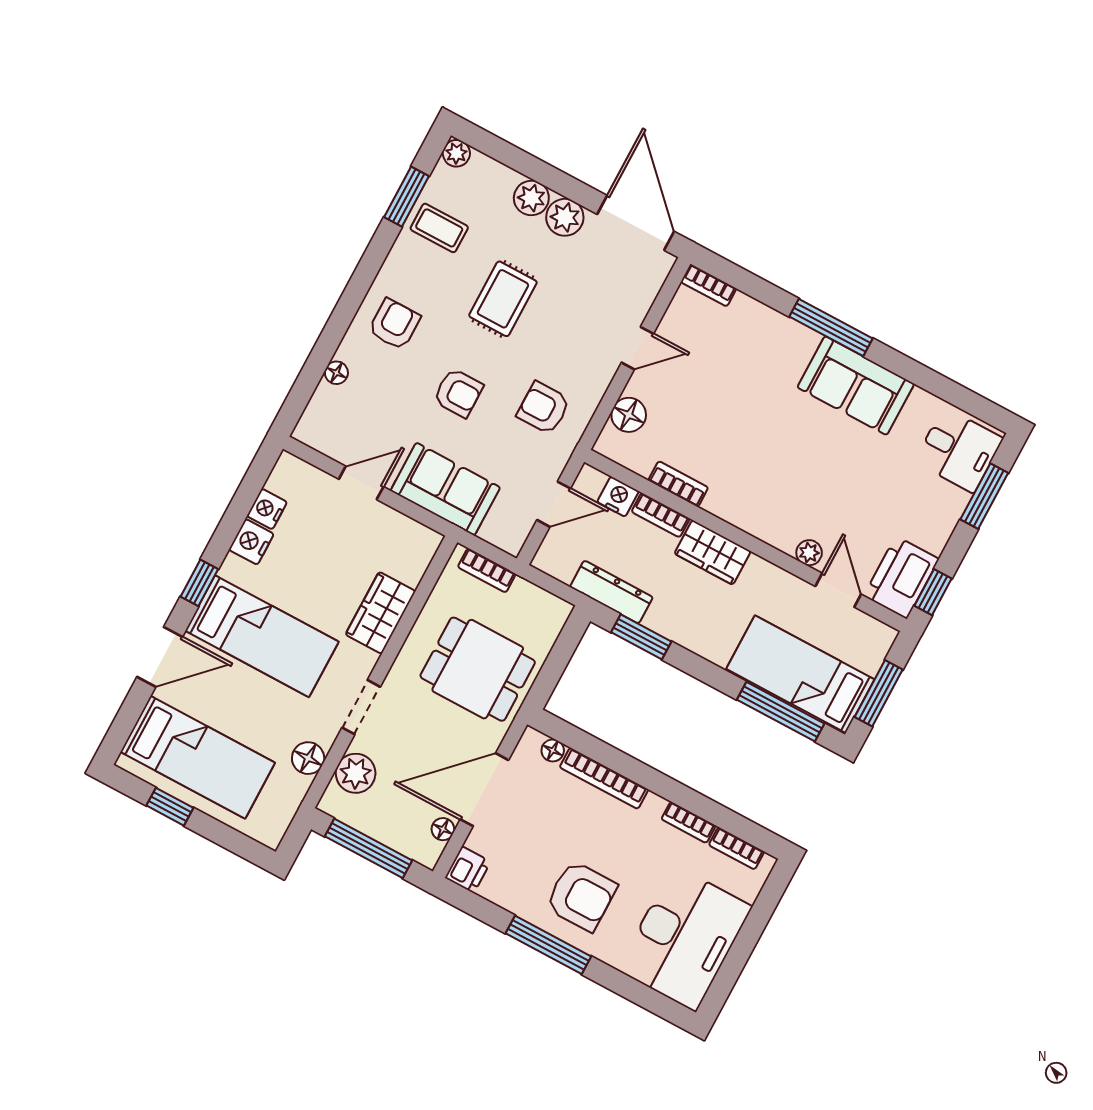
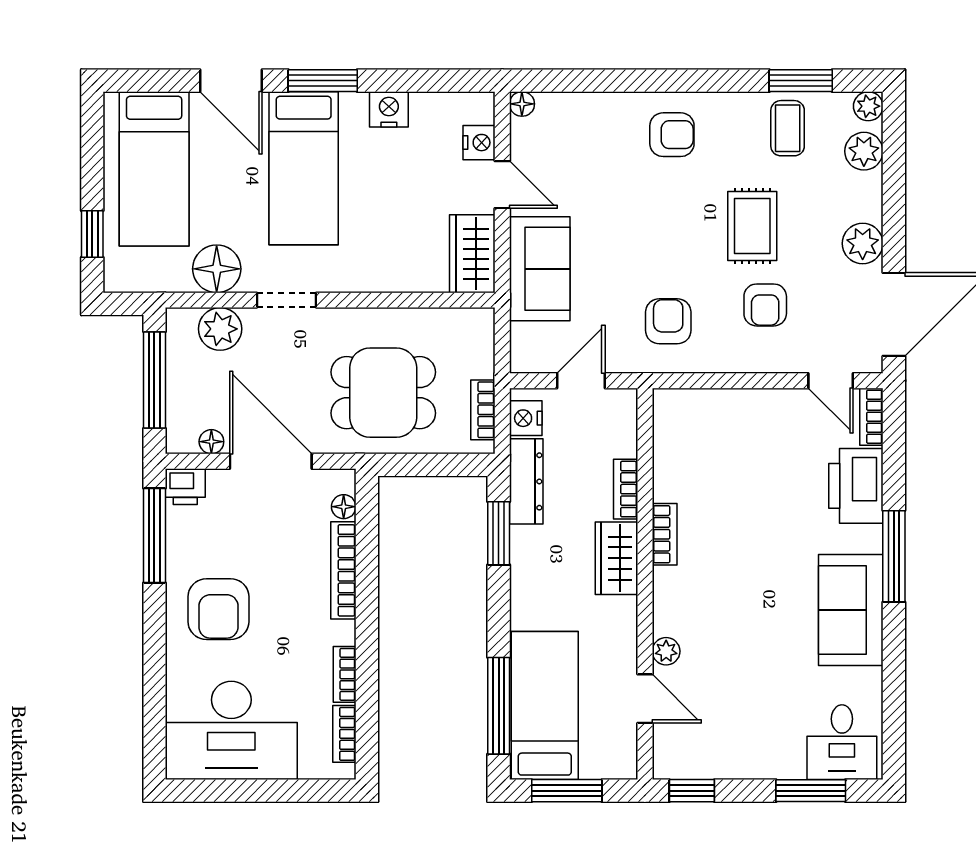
plant: (531, 198) -> (864, 151), moved
rug: (503, 299) -> (752, 226), turned 90
door: (637, 348) -> (831, 381), moved
floor lamp: (336, 373) -> (522, 104), moved
armchair: (458, 393) -> (765, 305), moved
floor lamp: (629, 415) -> (706, 407), removed
bookcase: (678, 484) -> (665, 534), moved
nightstand: (618, 497) -> (526, 418), moved, turned 180
door: (554, 504) -> (581, 381), swing flipped
nightstand: (267, 509) -> (479, 143), moved, turned 90
bookcase: (487, 570) -> (483, 410), moved
printer: (901, 577) -> (856, 486), moved, turned -90
window: (199, 583) -> (323, 81), width x1.50
door: (838, 590) -> (645, 699), hinge flipped
wardrobe: (381, 613) -> (472, 254), moved, turned -90
dining table: (478, 669) -> (383, 393), turned 90
floor lamp: (308, 758) -> (217, 269), width x1.38, depth x1.38
window: (170, 807) -> (92, 234), moved
window: (548, 945) -> (154, 536), moved

